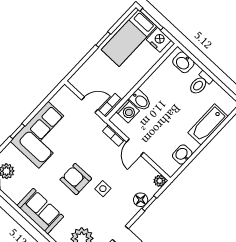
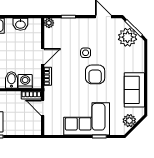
floor lamp: (141, 200) -> (71, 24), removed
sofa: (40, 211) -> (134, 90), moved

